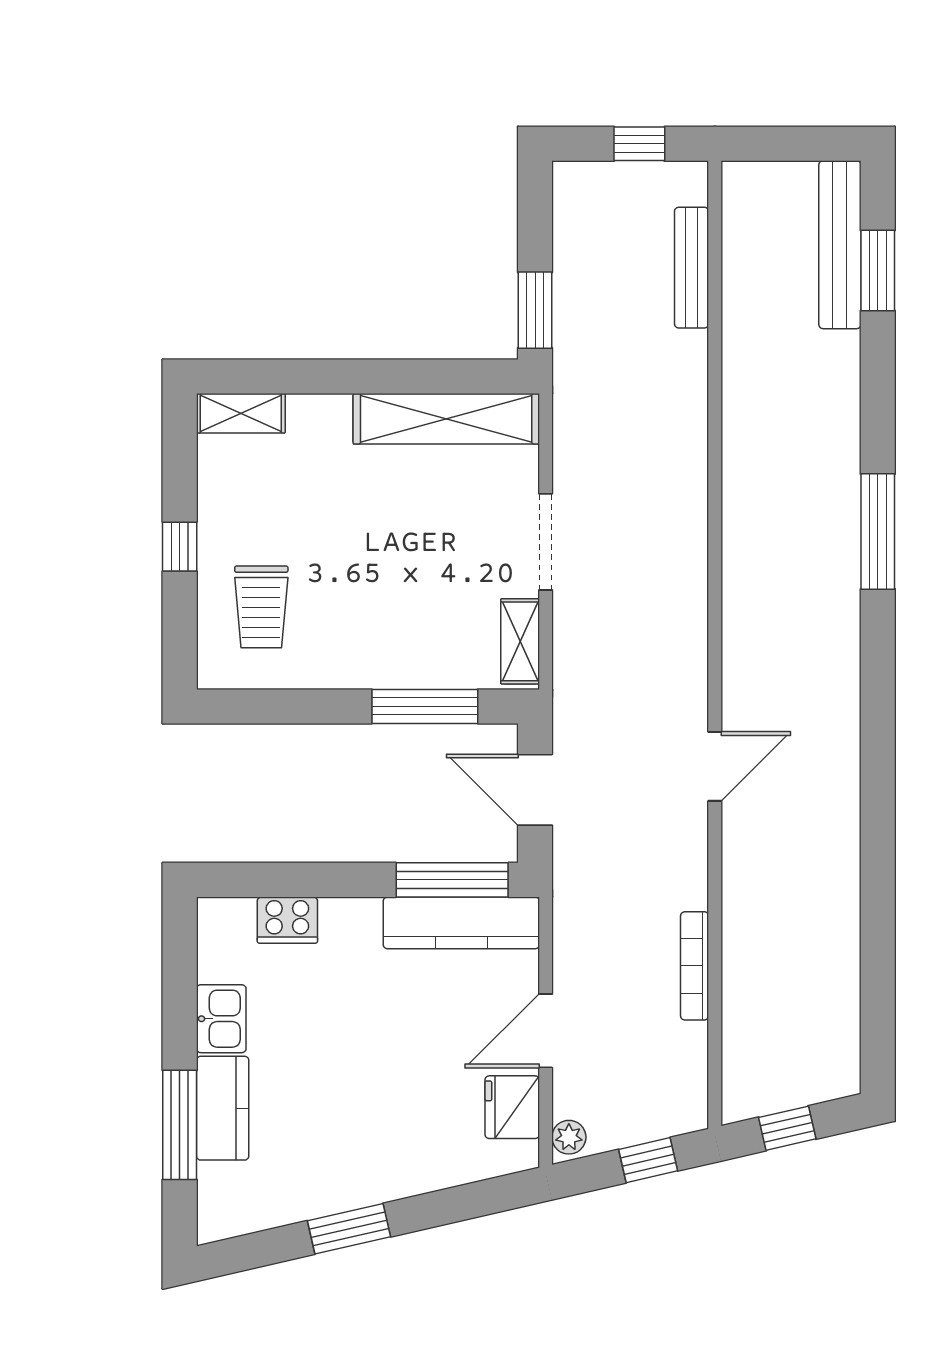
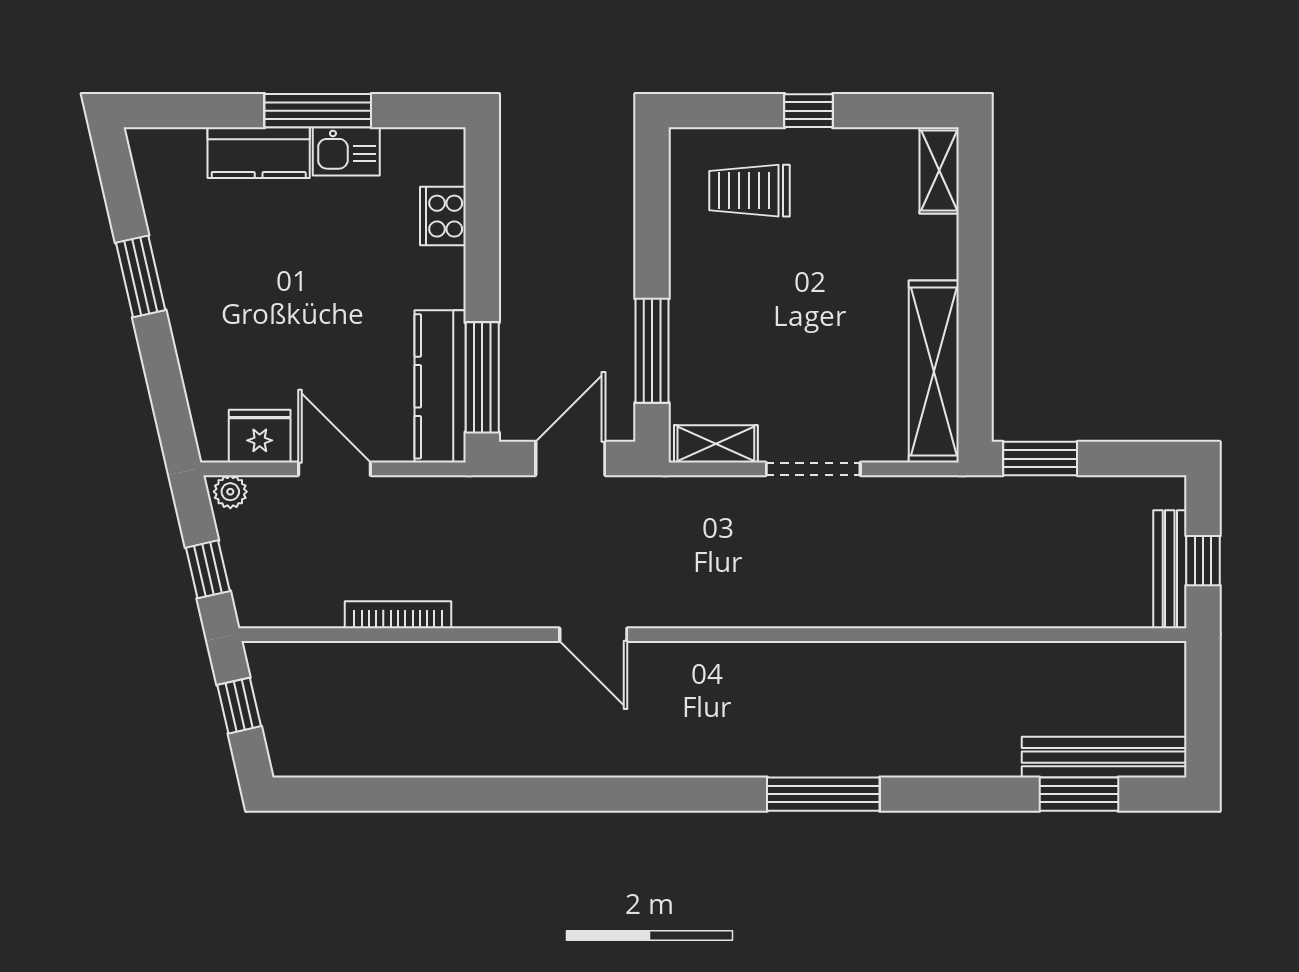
bench: (692, 268) -> (1170, 569), moved, turned 90
window: (180, 1125) -> (318, 111), moved

